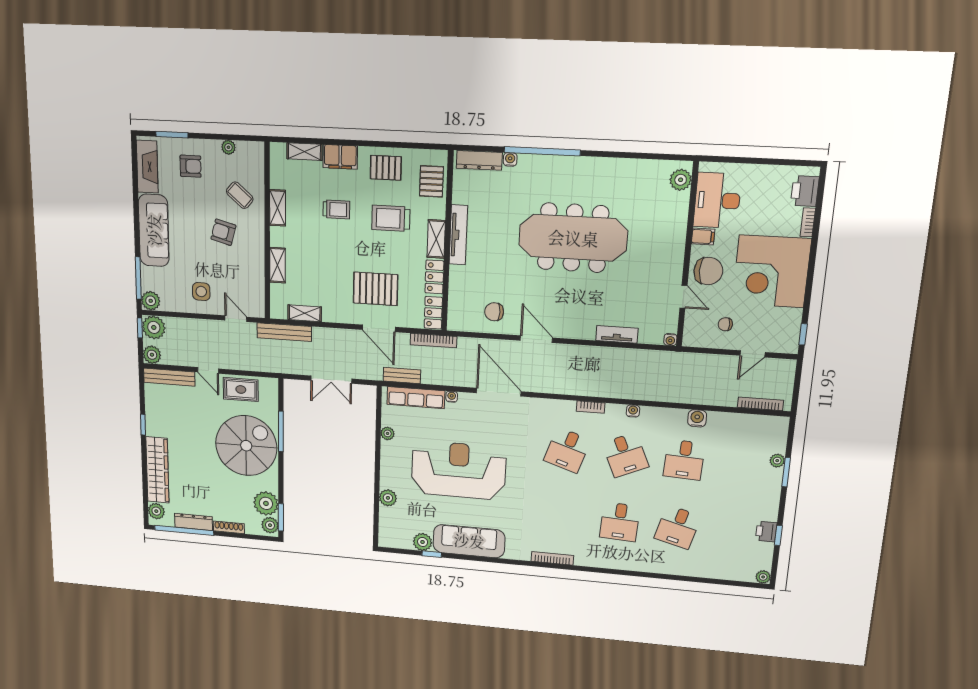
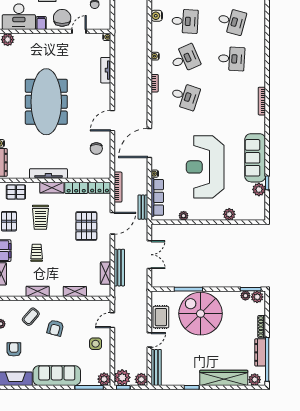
bench: (284, 332) -> (119, 268), moved
plant: (266, 503) -> (245, 296), width x0.53, depth x0.53

